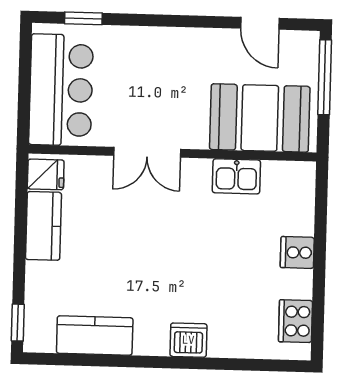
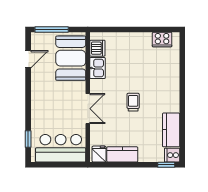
cooker: (297, 252) -> (172, 155), moved, turned 90
trolley: (159, 253) -> (133, 102), added
dishwasher: (188, 340) -> (97, 48), moved, turned 180

